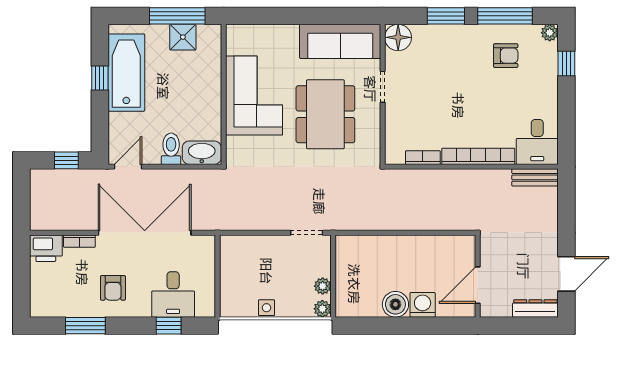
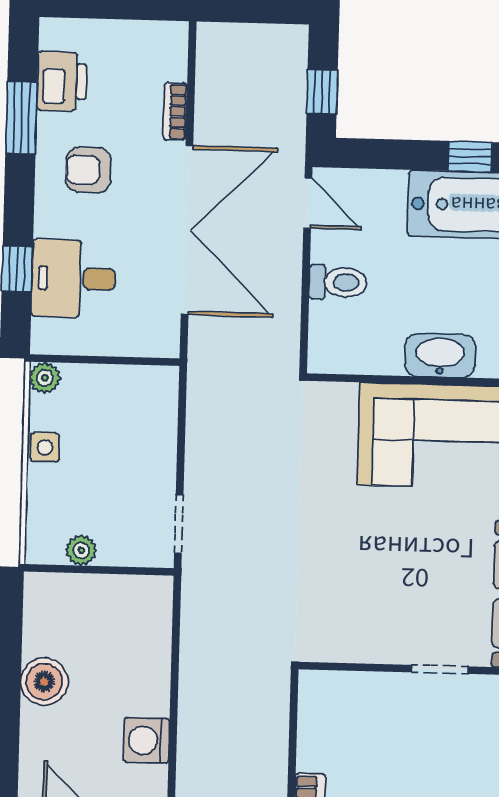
dining table: (325, 114) -> (393, 564), removed
washbasin: (202, 153) -> (440, 355), moved, turned -90
bookcase: (423, 158) -> (309, 739), removed
printer: (46, 248) -> (62, 81), moved, turned 180
washing machine: (423, 305) -> (146, 740), moved, turned 180
plant: (322, 309) -> (45, 378), moved

